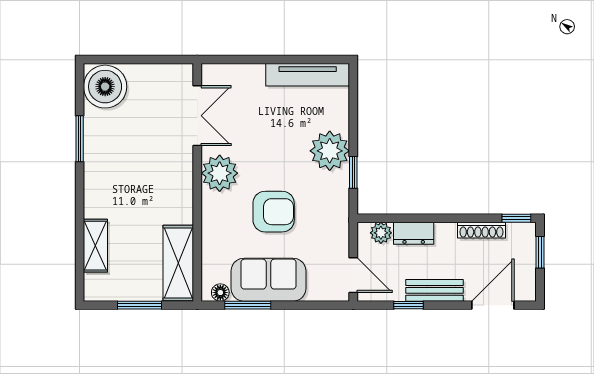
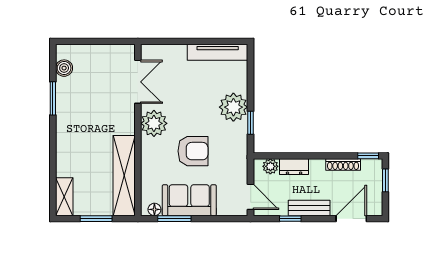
boiler: (105, 87) -> (64, 68), width x0.54, depth x0.54
shelving: (95, 246) -> (64, 197), moved
shelving: (178, 263) -> (124, 175), width x1.47

